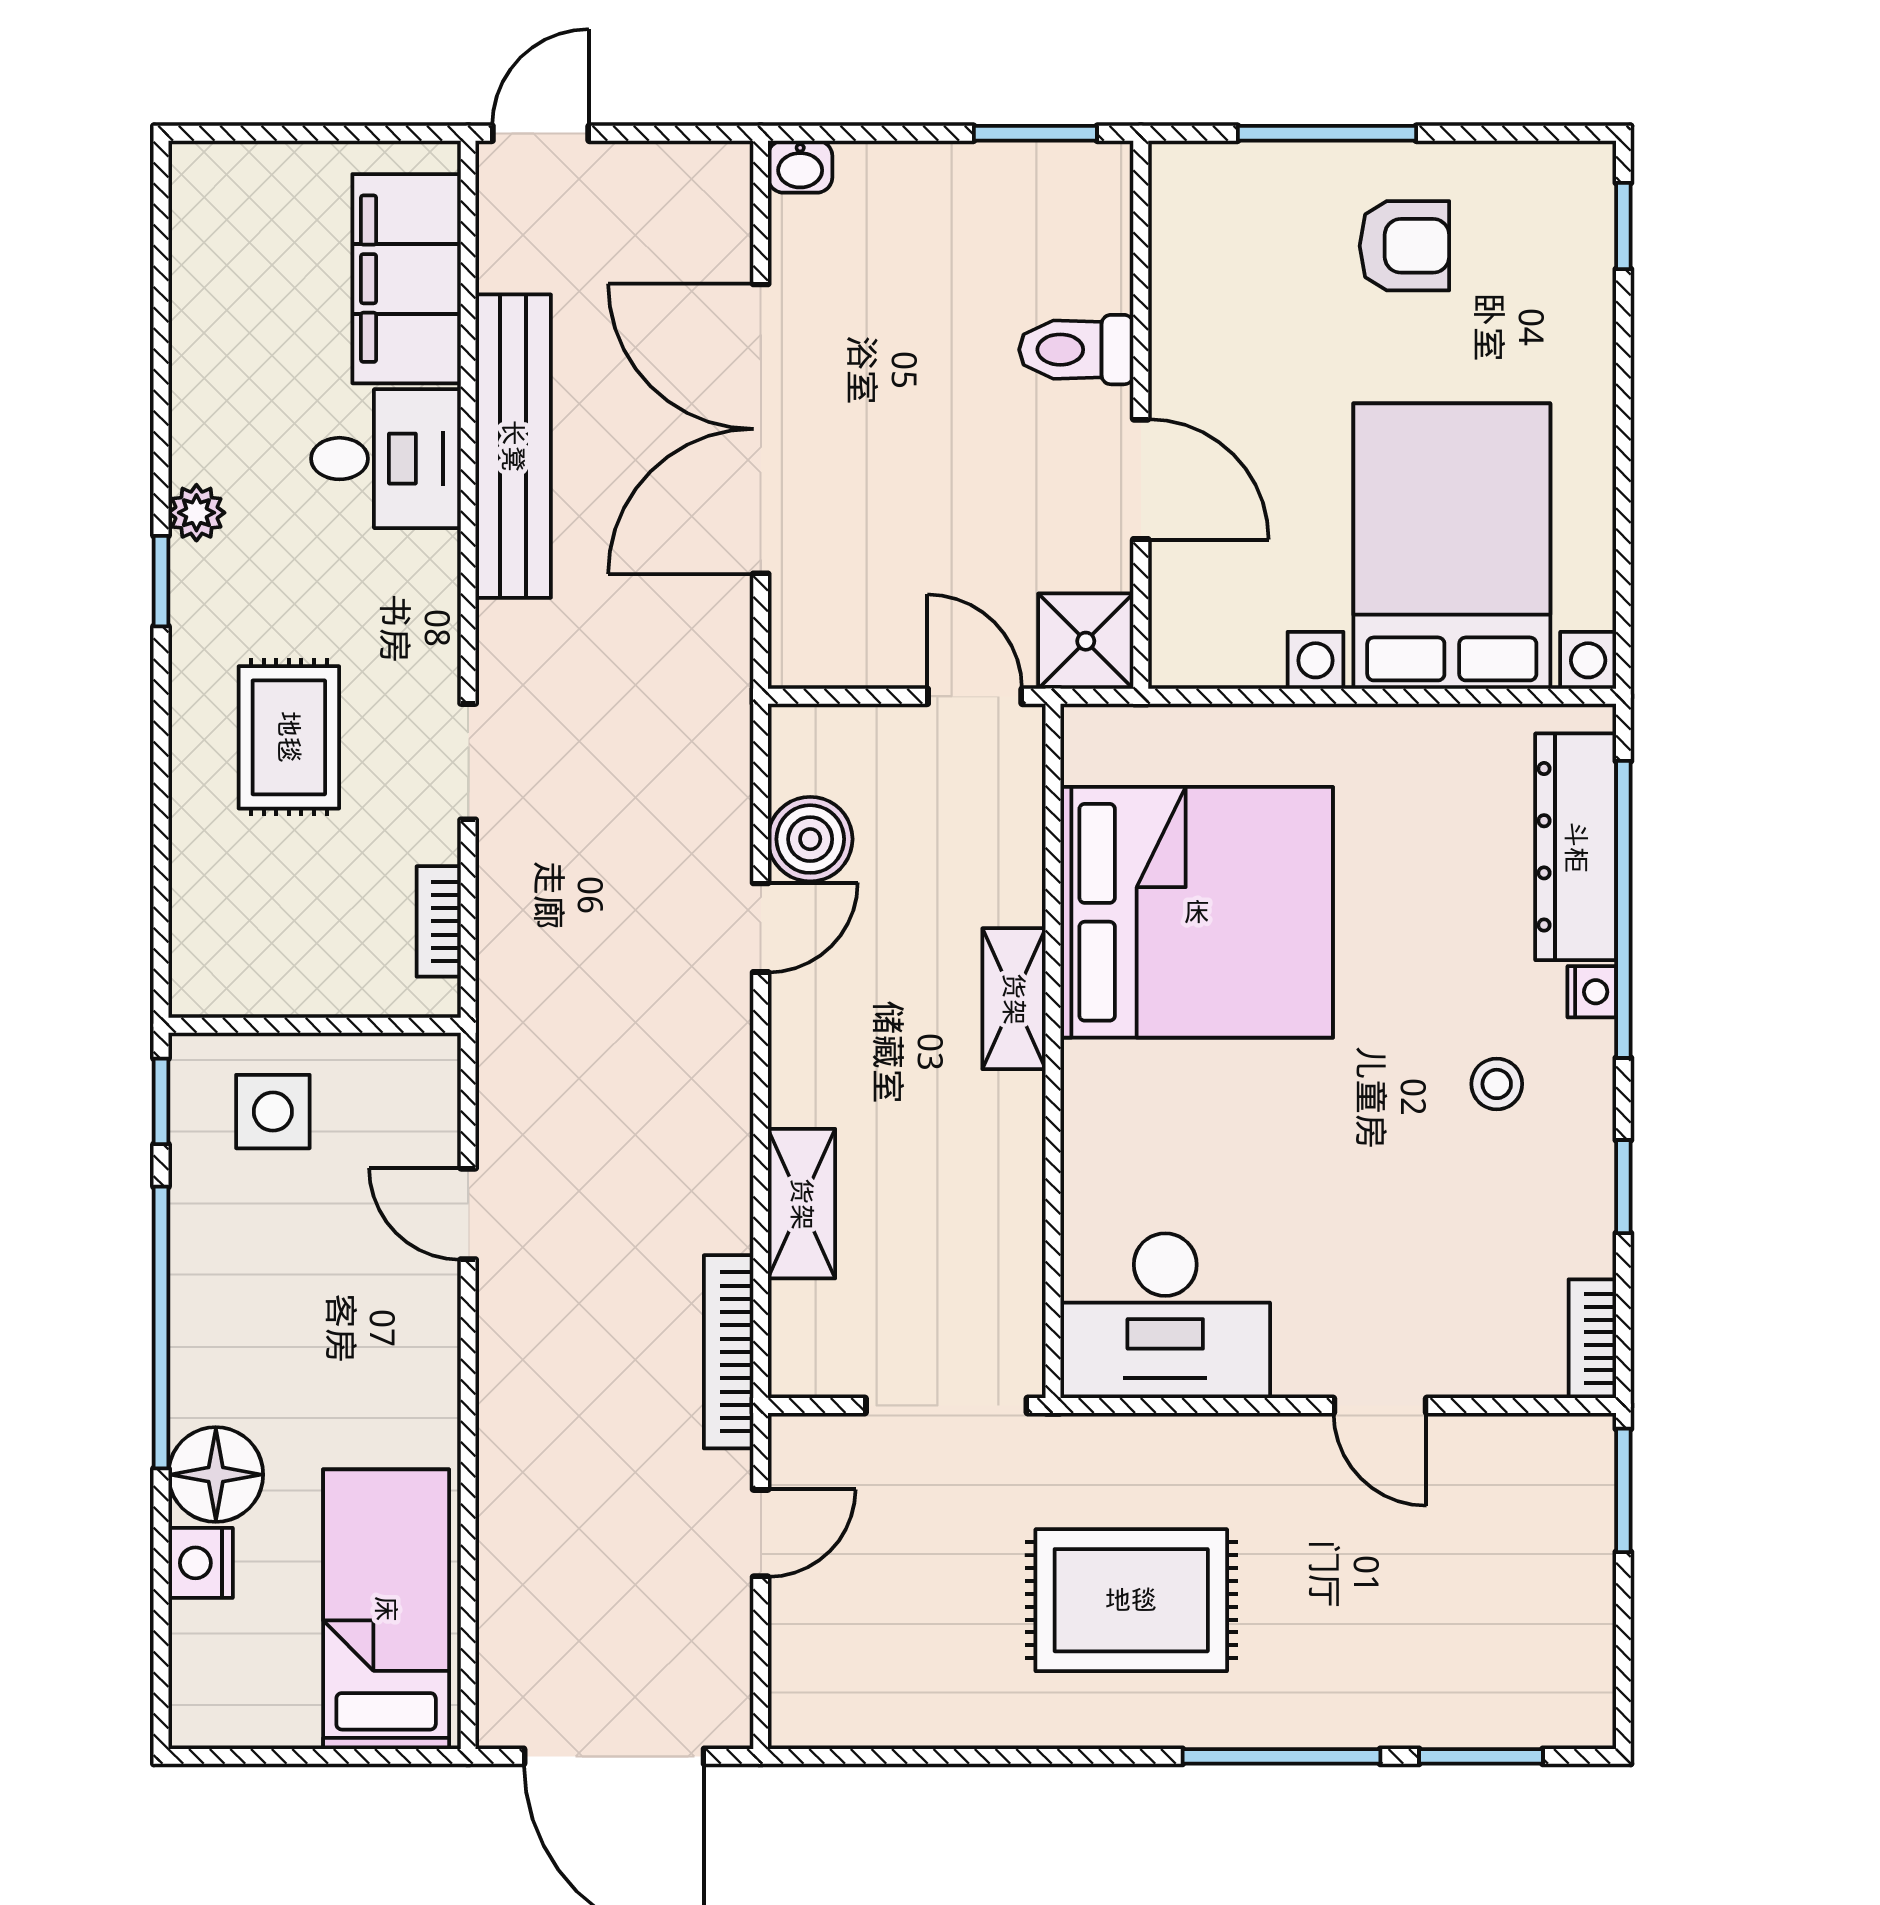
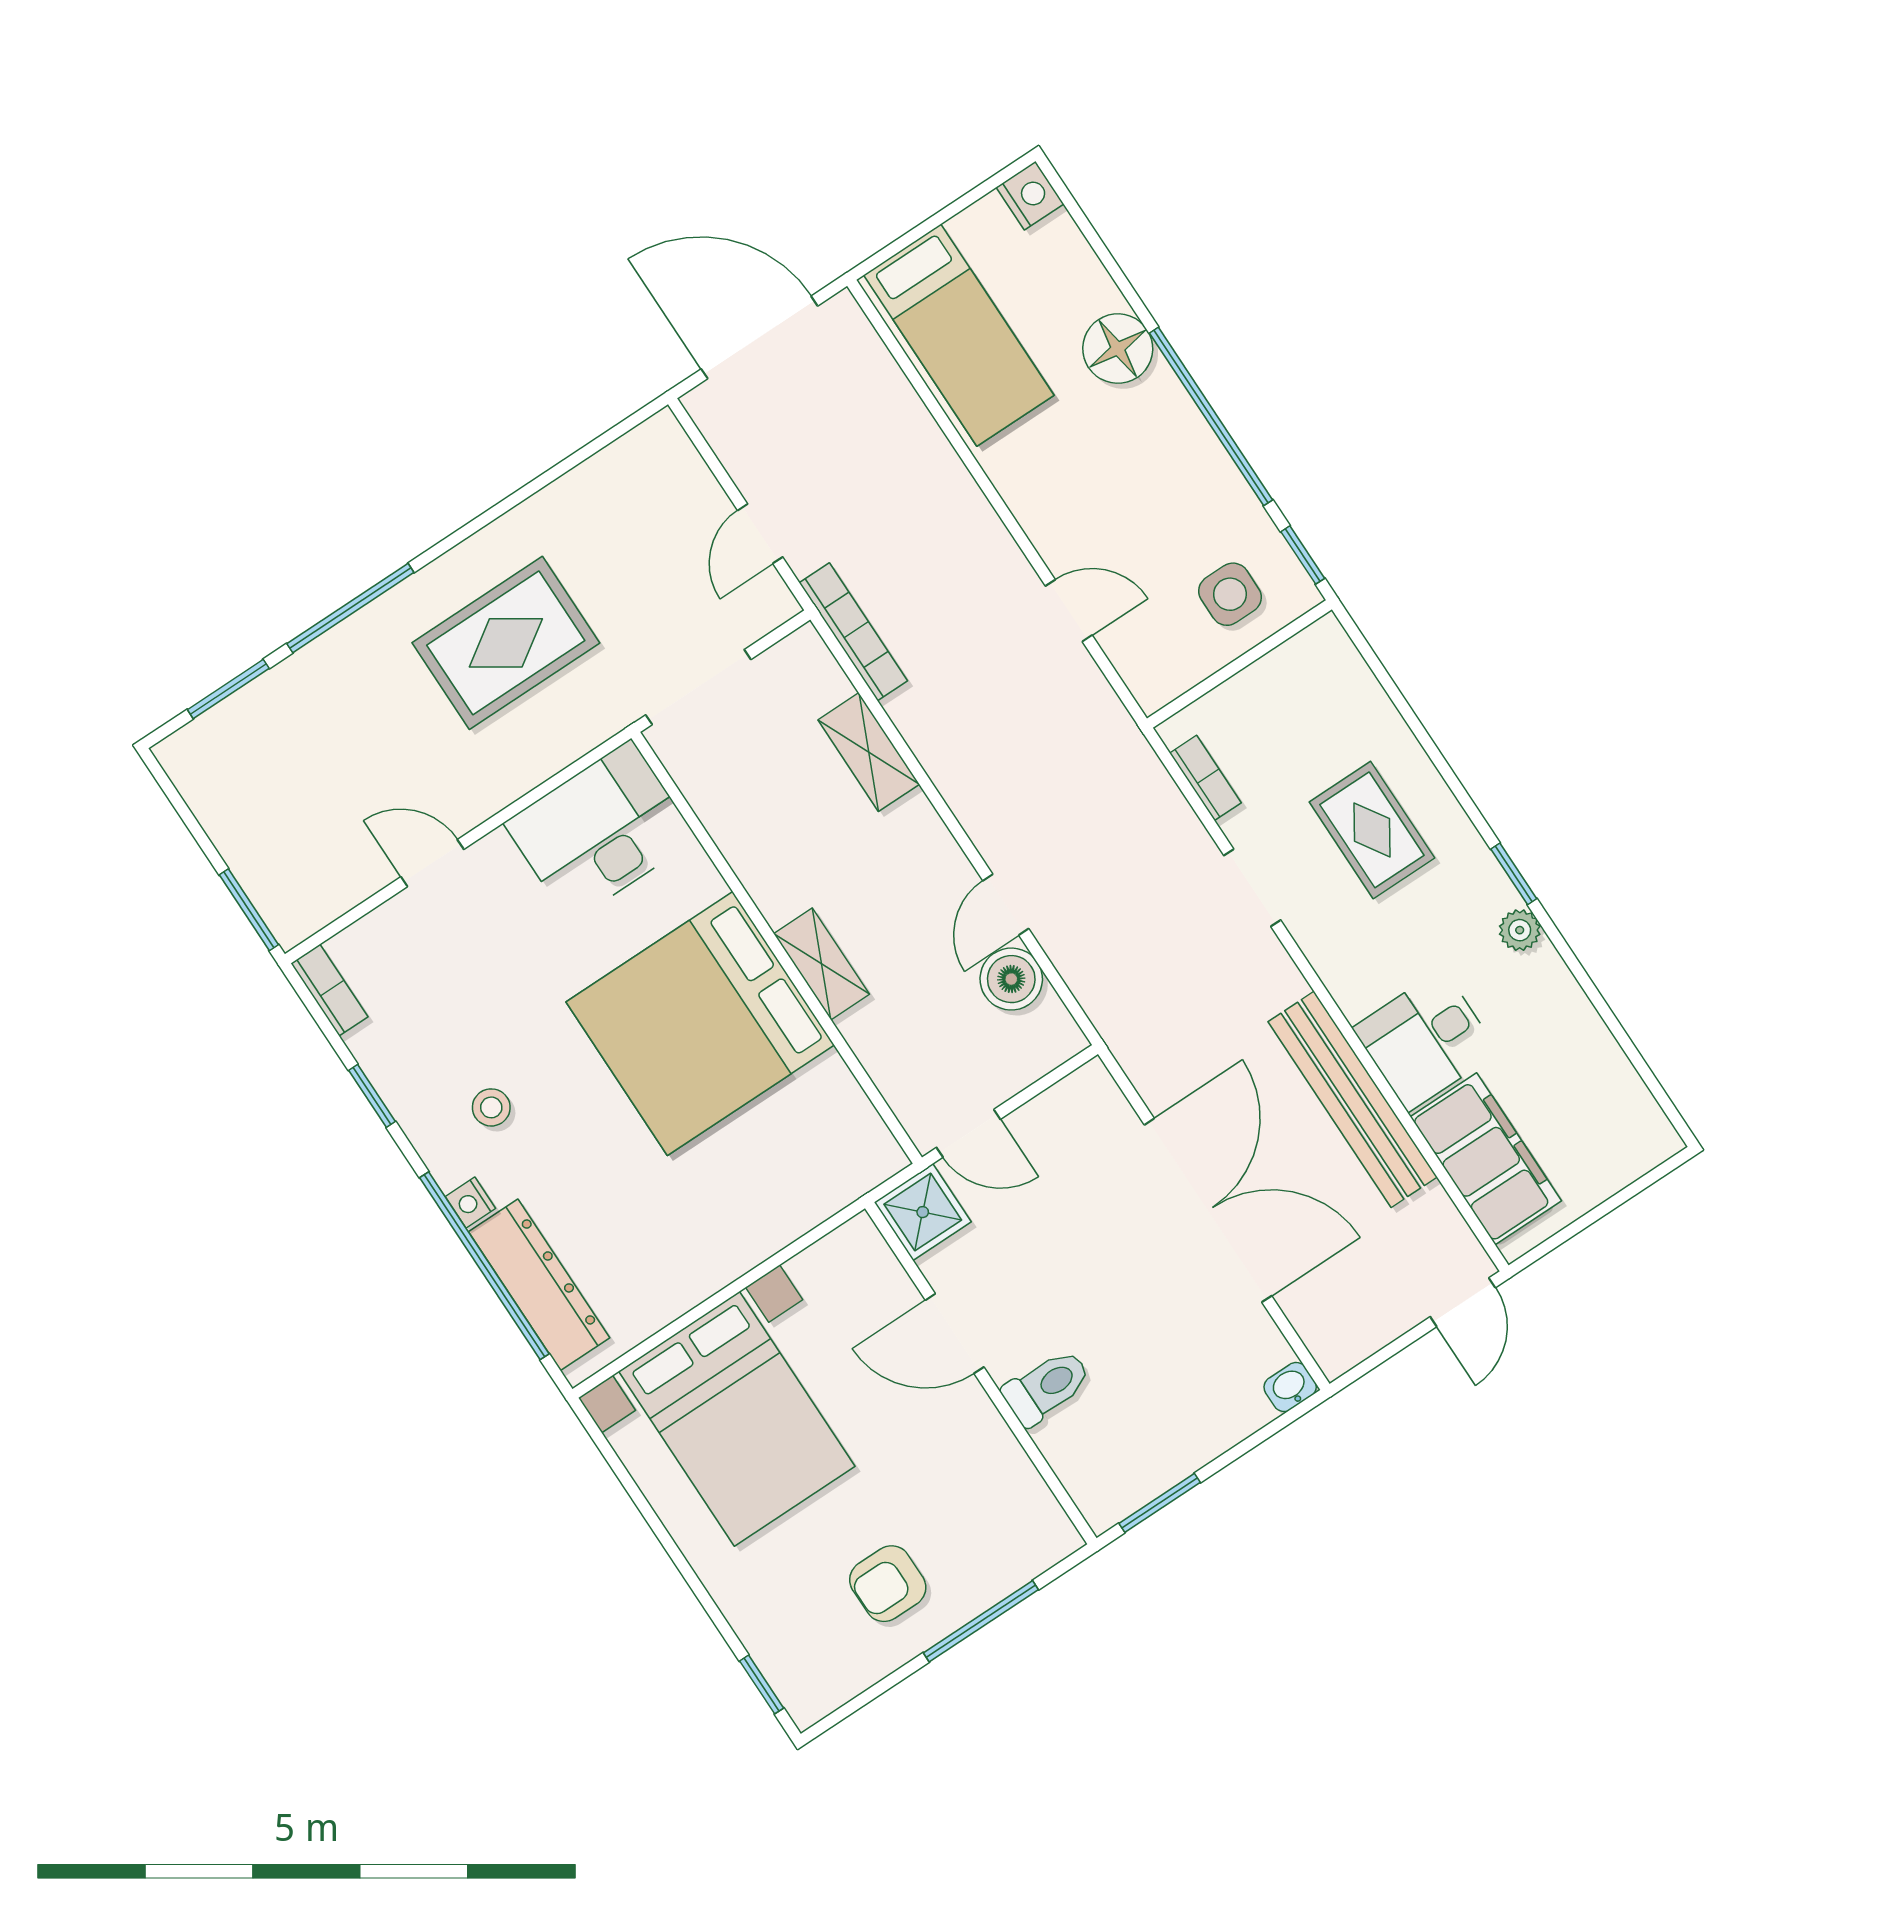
bed: (1197, 912) -> (700, 1024), moved
nightstand: (201, 1563) -> (1030, 196), moved

